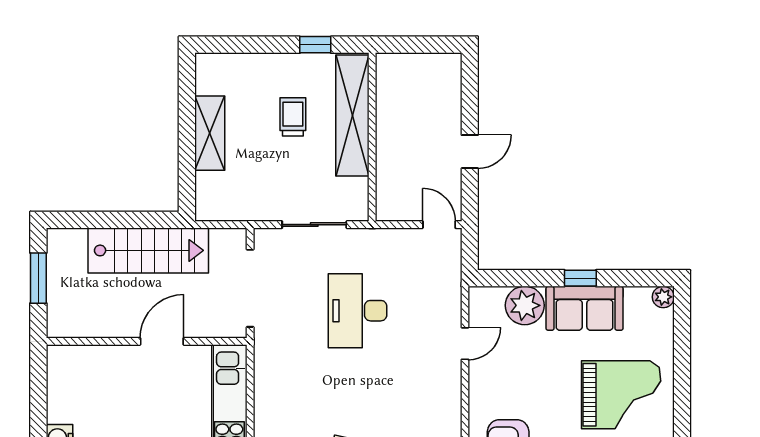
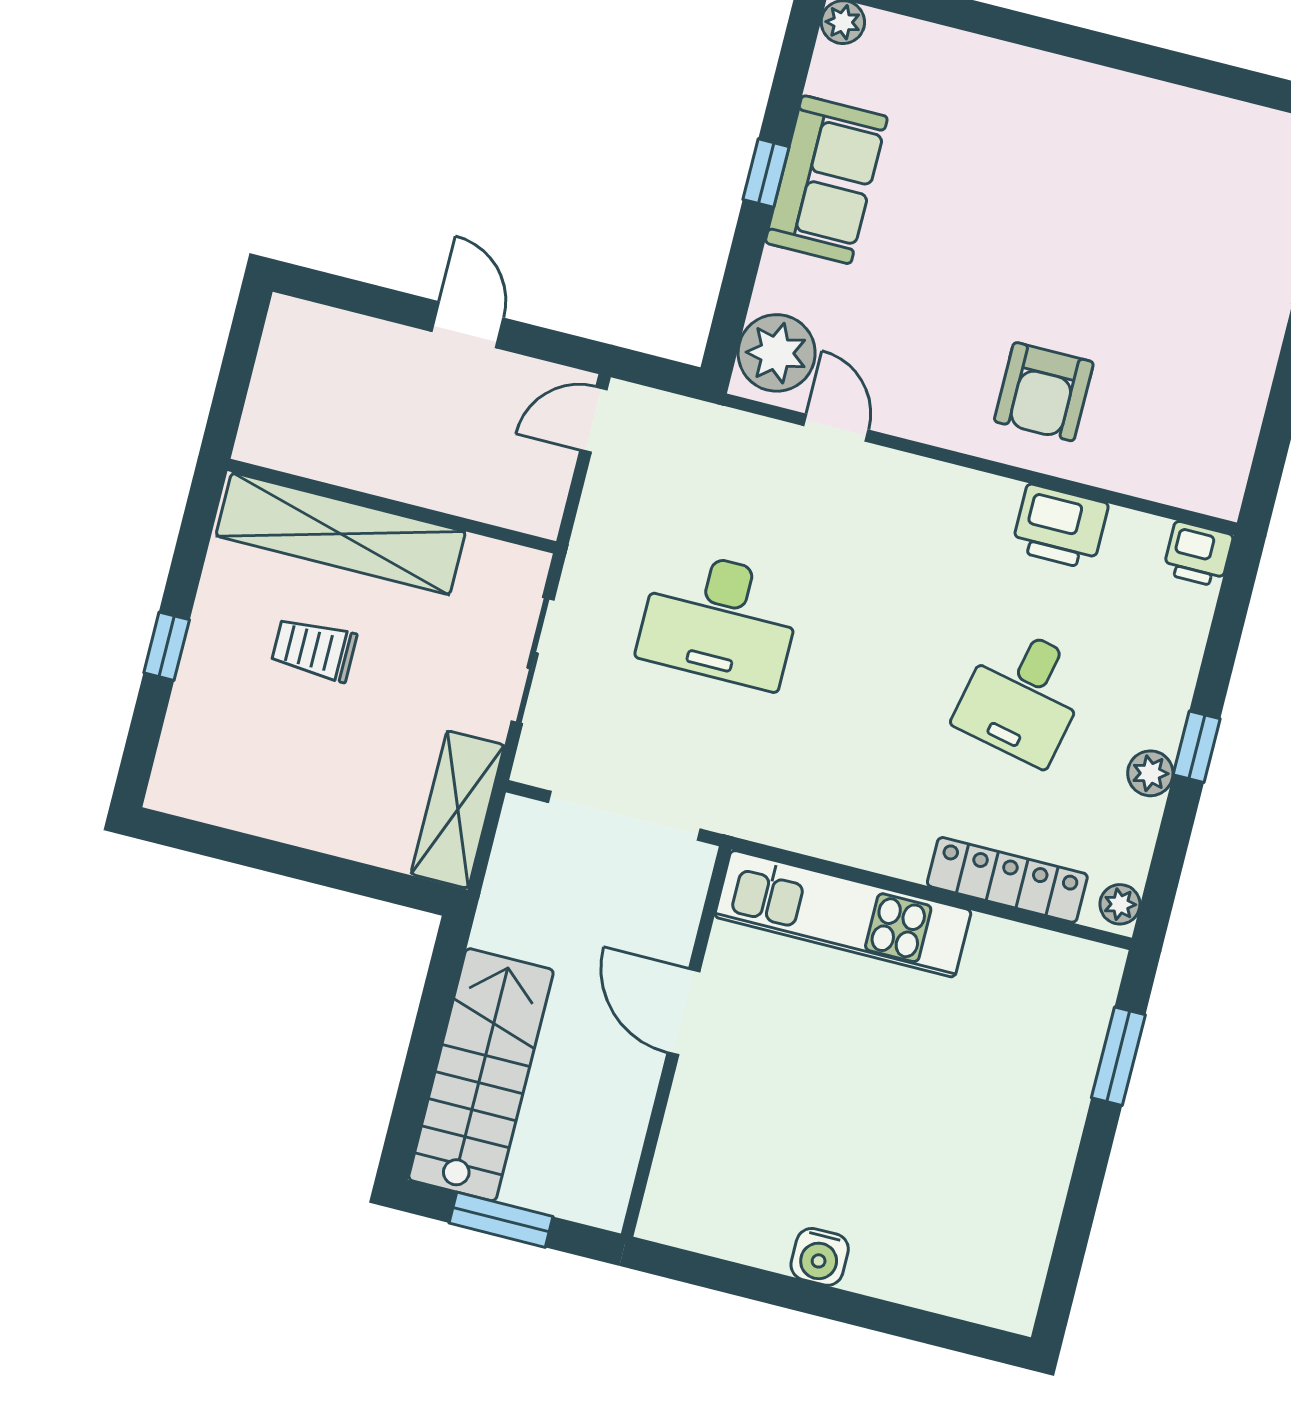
window: (315, 45) -> (167, 646), moved
shelving: (210, 133) -> (458, 810), moved, turned 90
stairs: (148, 250) -> (481, 1075), moved
plant: (525, 305) -> (777, 353), moved
grand piano: (621, 395) -> (1011, 151), removed

